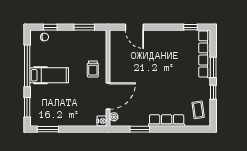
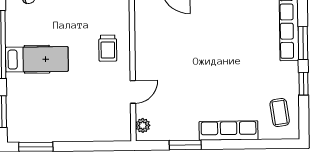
door: (108, 96) -> (133, 92), width x0.53
nightstand: (102, 121) -> (124, 132), removed

